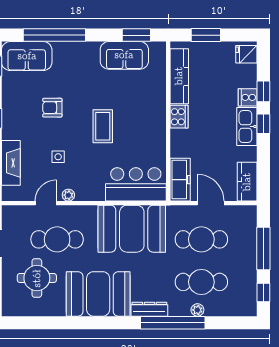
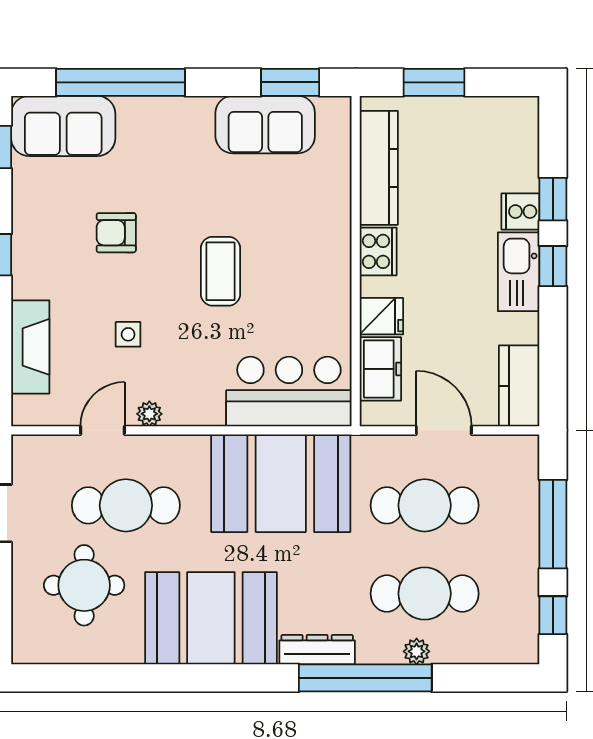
fridge: (246, 54) -> (381, 316), moved, turned 180
freezer: (180, 180) -> (380, 369), width x0.71

